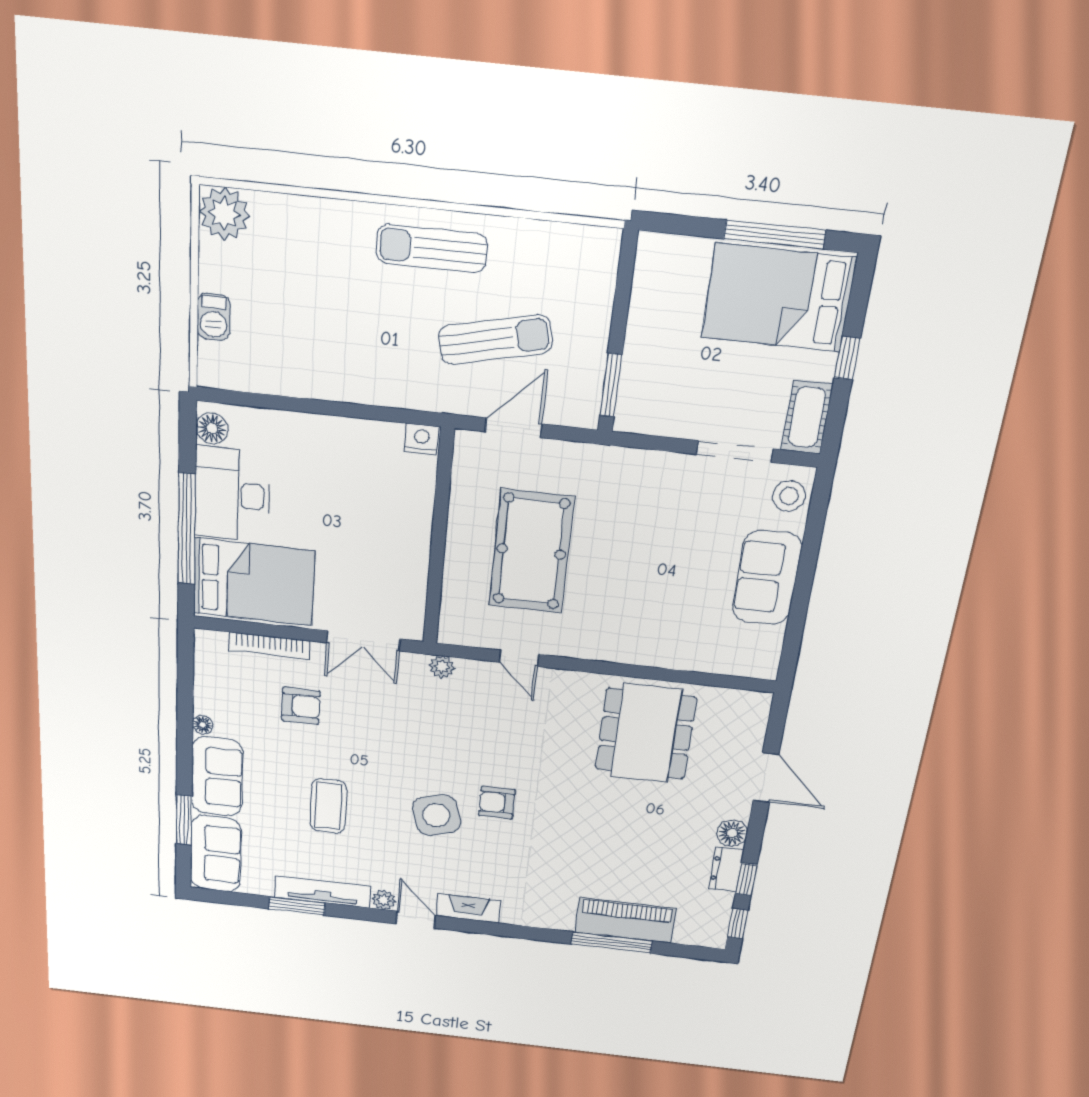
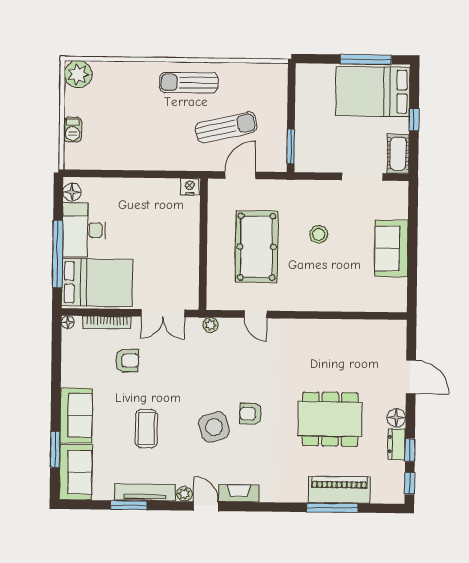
stool: (789, 496) -> (319, 234), moved
floor lamp: (203, 725) -> (68, 322), moved
dining table: (646, 734) -> (330, 419), moved, turned 90

